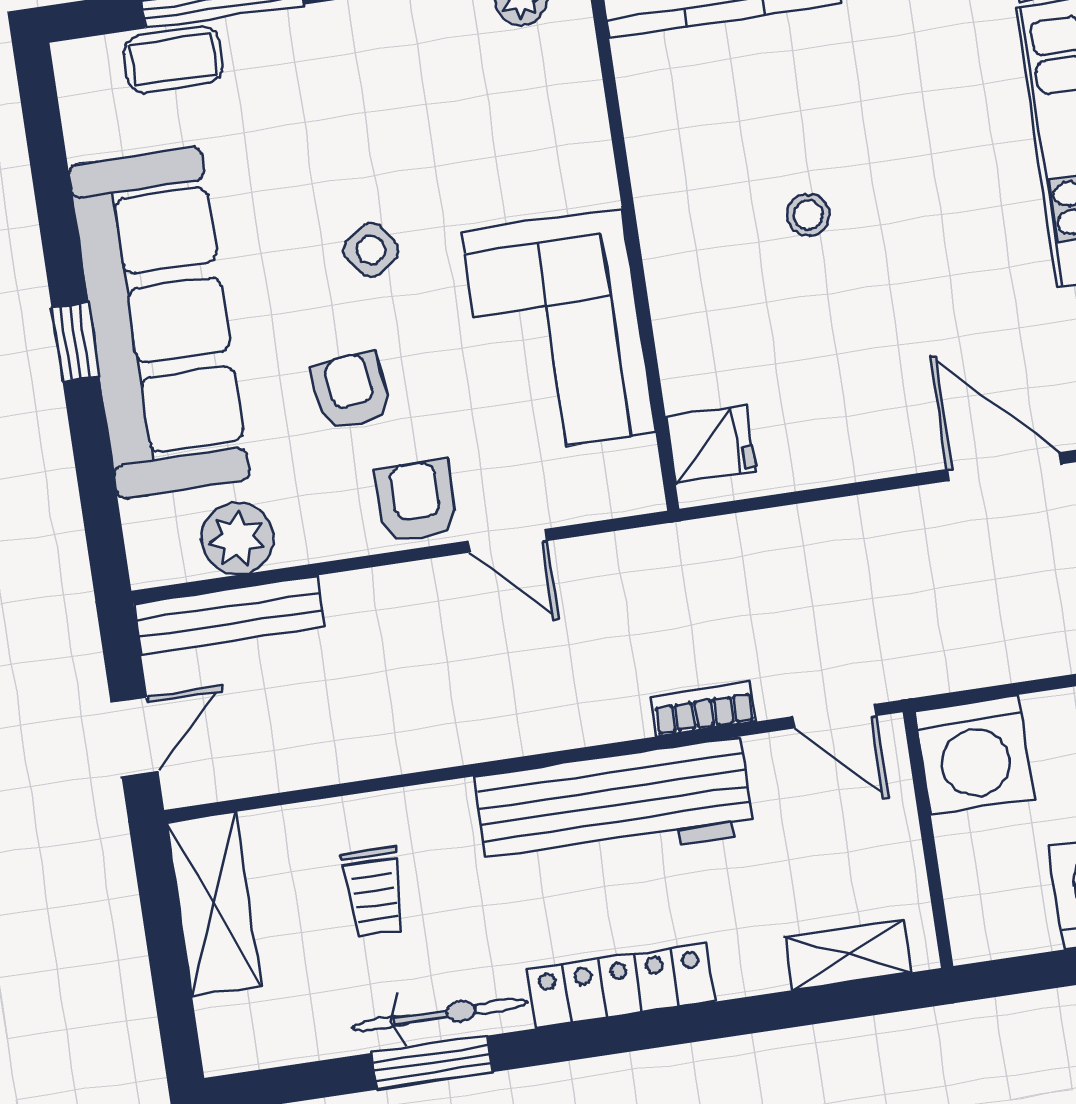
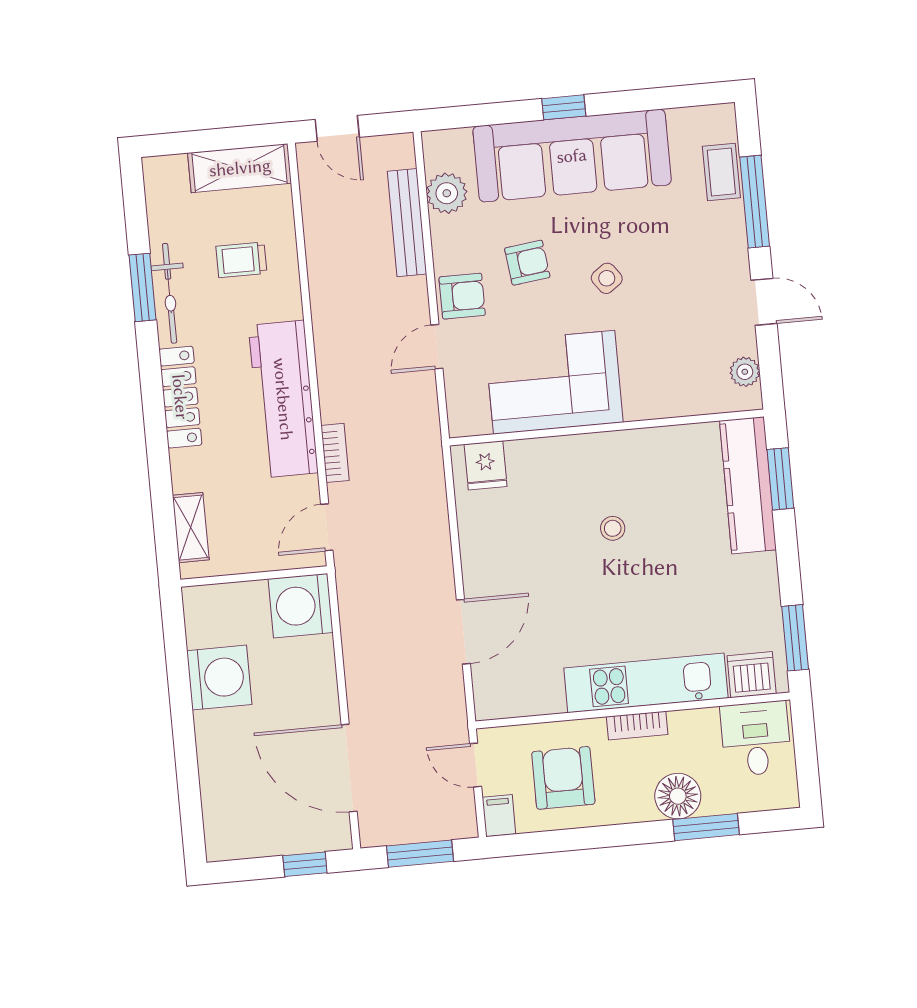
bench: (229, 615) -> (407, 223), moved

